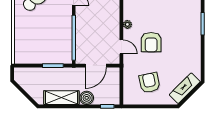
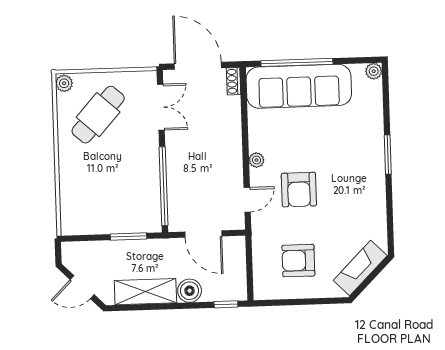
door: (121, 47) -> (247, 200), hinge flipped
door: (96, 66) -> (203, 234), hinge flipped
armchair: (149, 83) -> (298, 261), turned -78
door: (25, 94) -> (82, 287), added

